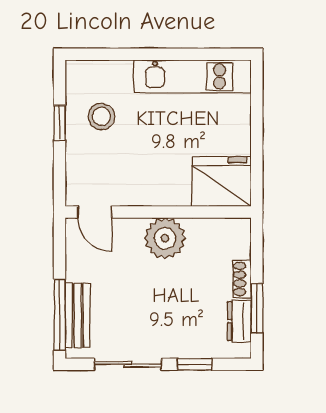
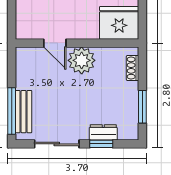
door: (95, 212) -> (55, 43), moved
shoe rack: (242, 279) -> (133, 68), moved
dresser: (239, 321) -> (103, 132), moved, turned 90

